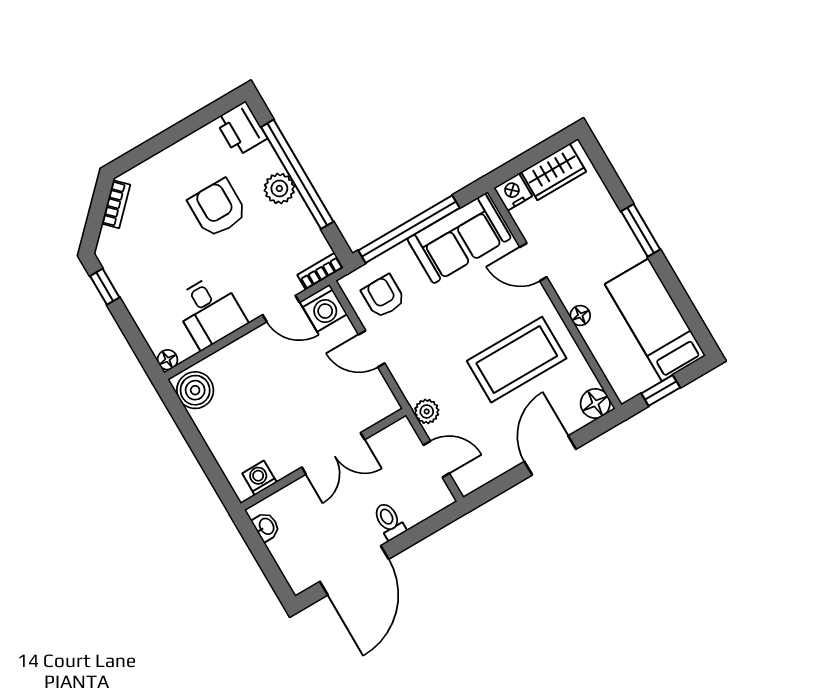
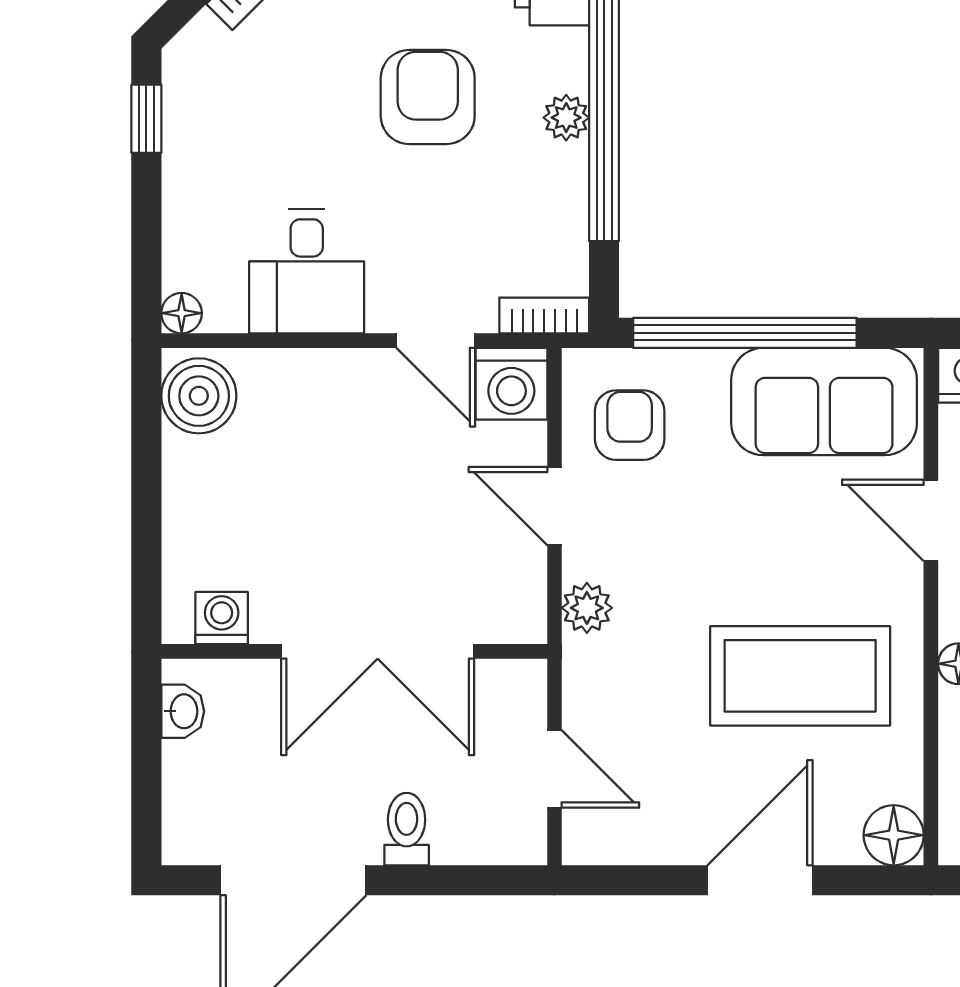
plant: (279, 188) -> (566, 118), width x0.73, depth x0.73
plant: (427, 411) -> (587, 608), moved
double door: (333, 453) -> (378, 651), width x1.37

